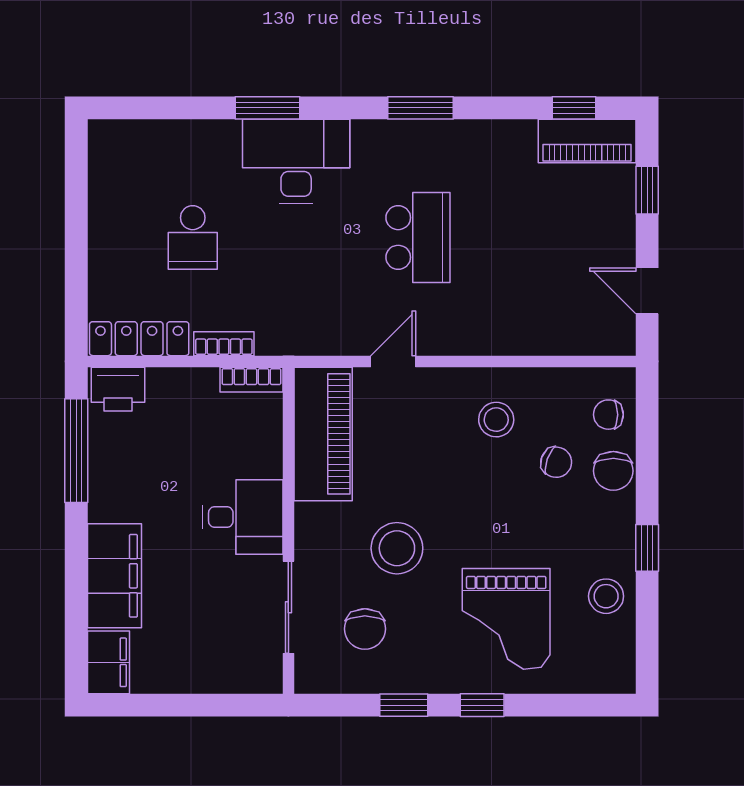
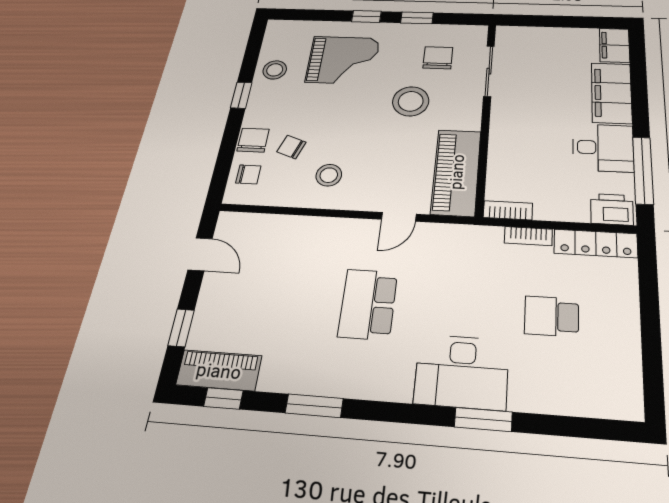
window: (420, 108) -> (314, 406), moved
school desk: (193, 237) -> (552, 316), turned -90
desk: (243, 517) -> (603, 148), moved, turned 180
grand piano: (506, 619) -> (343, 60), turned 90

